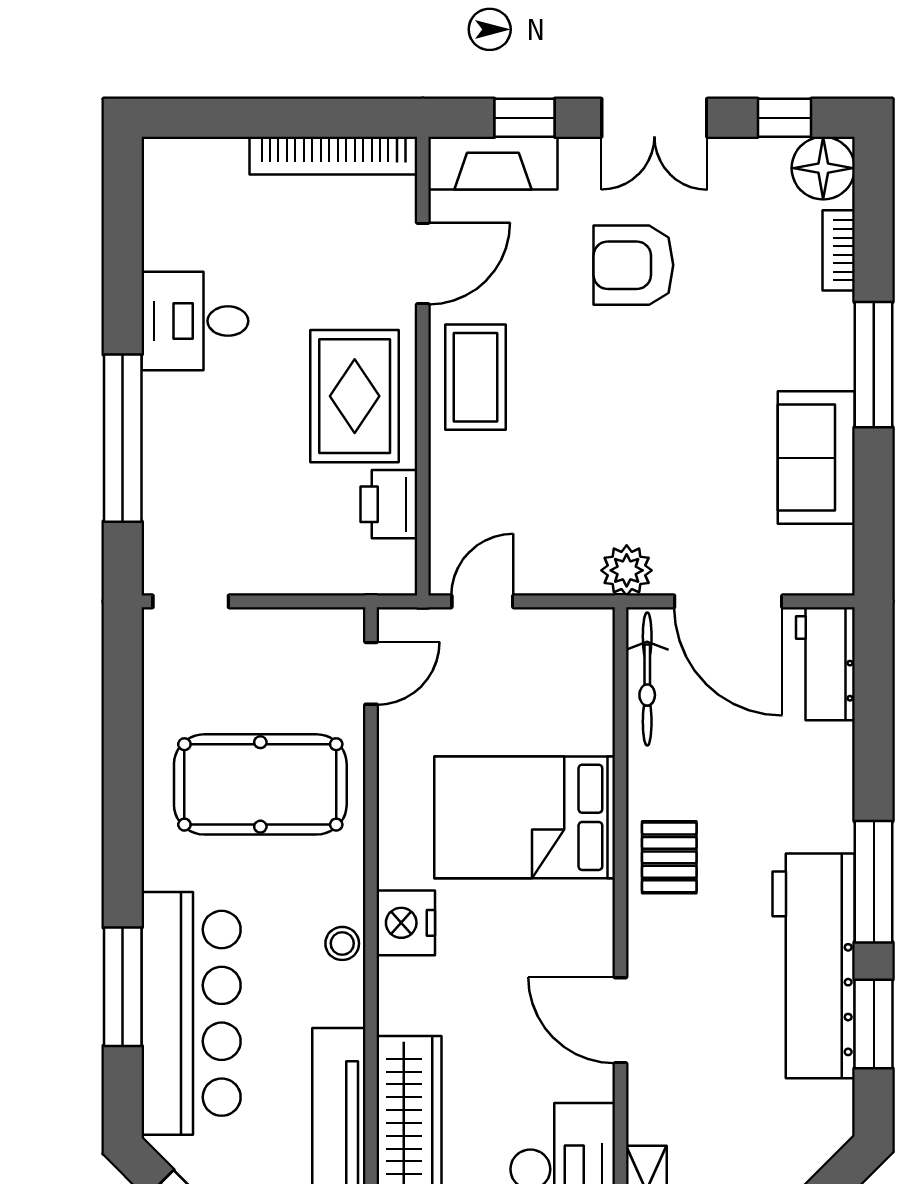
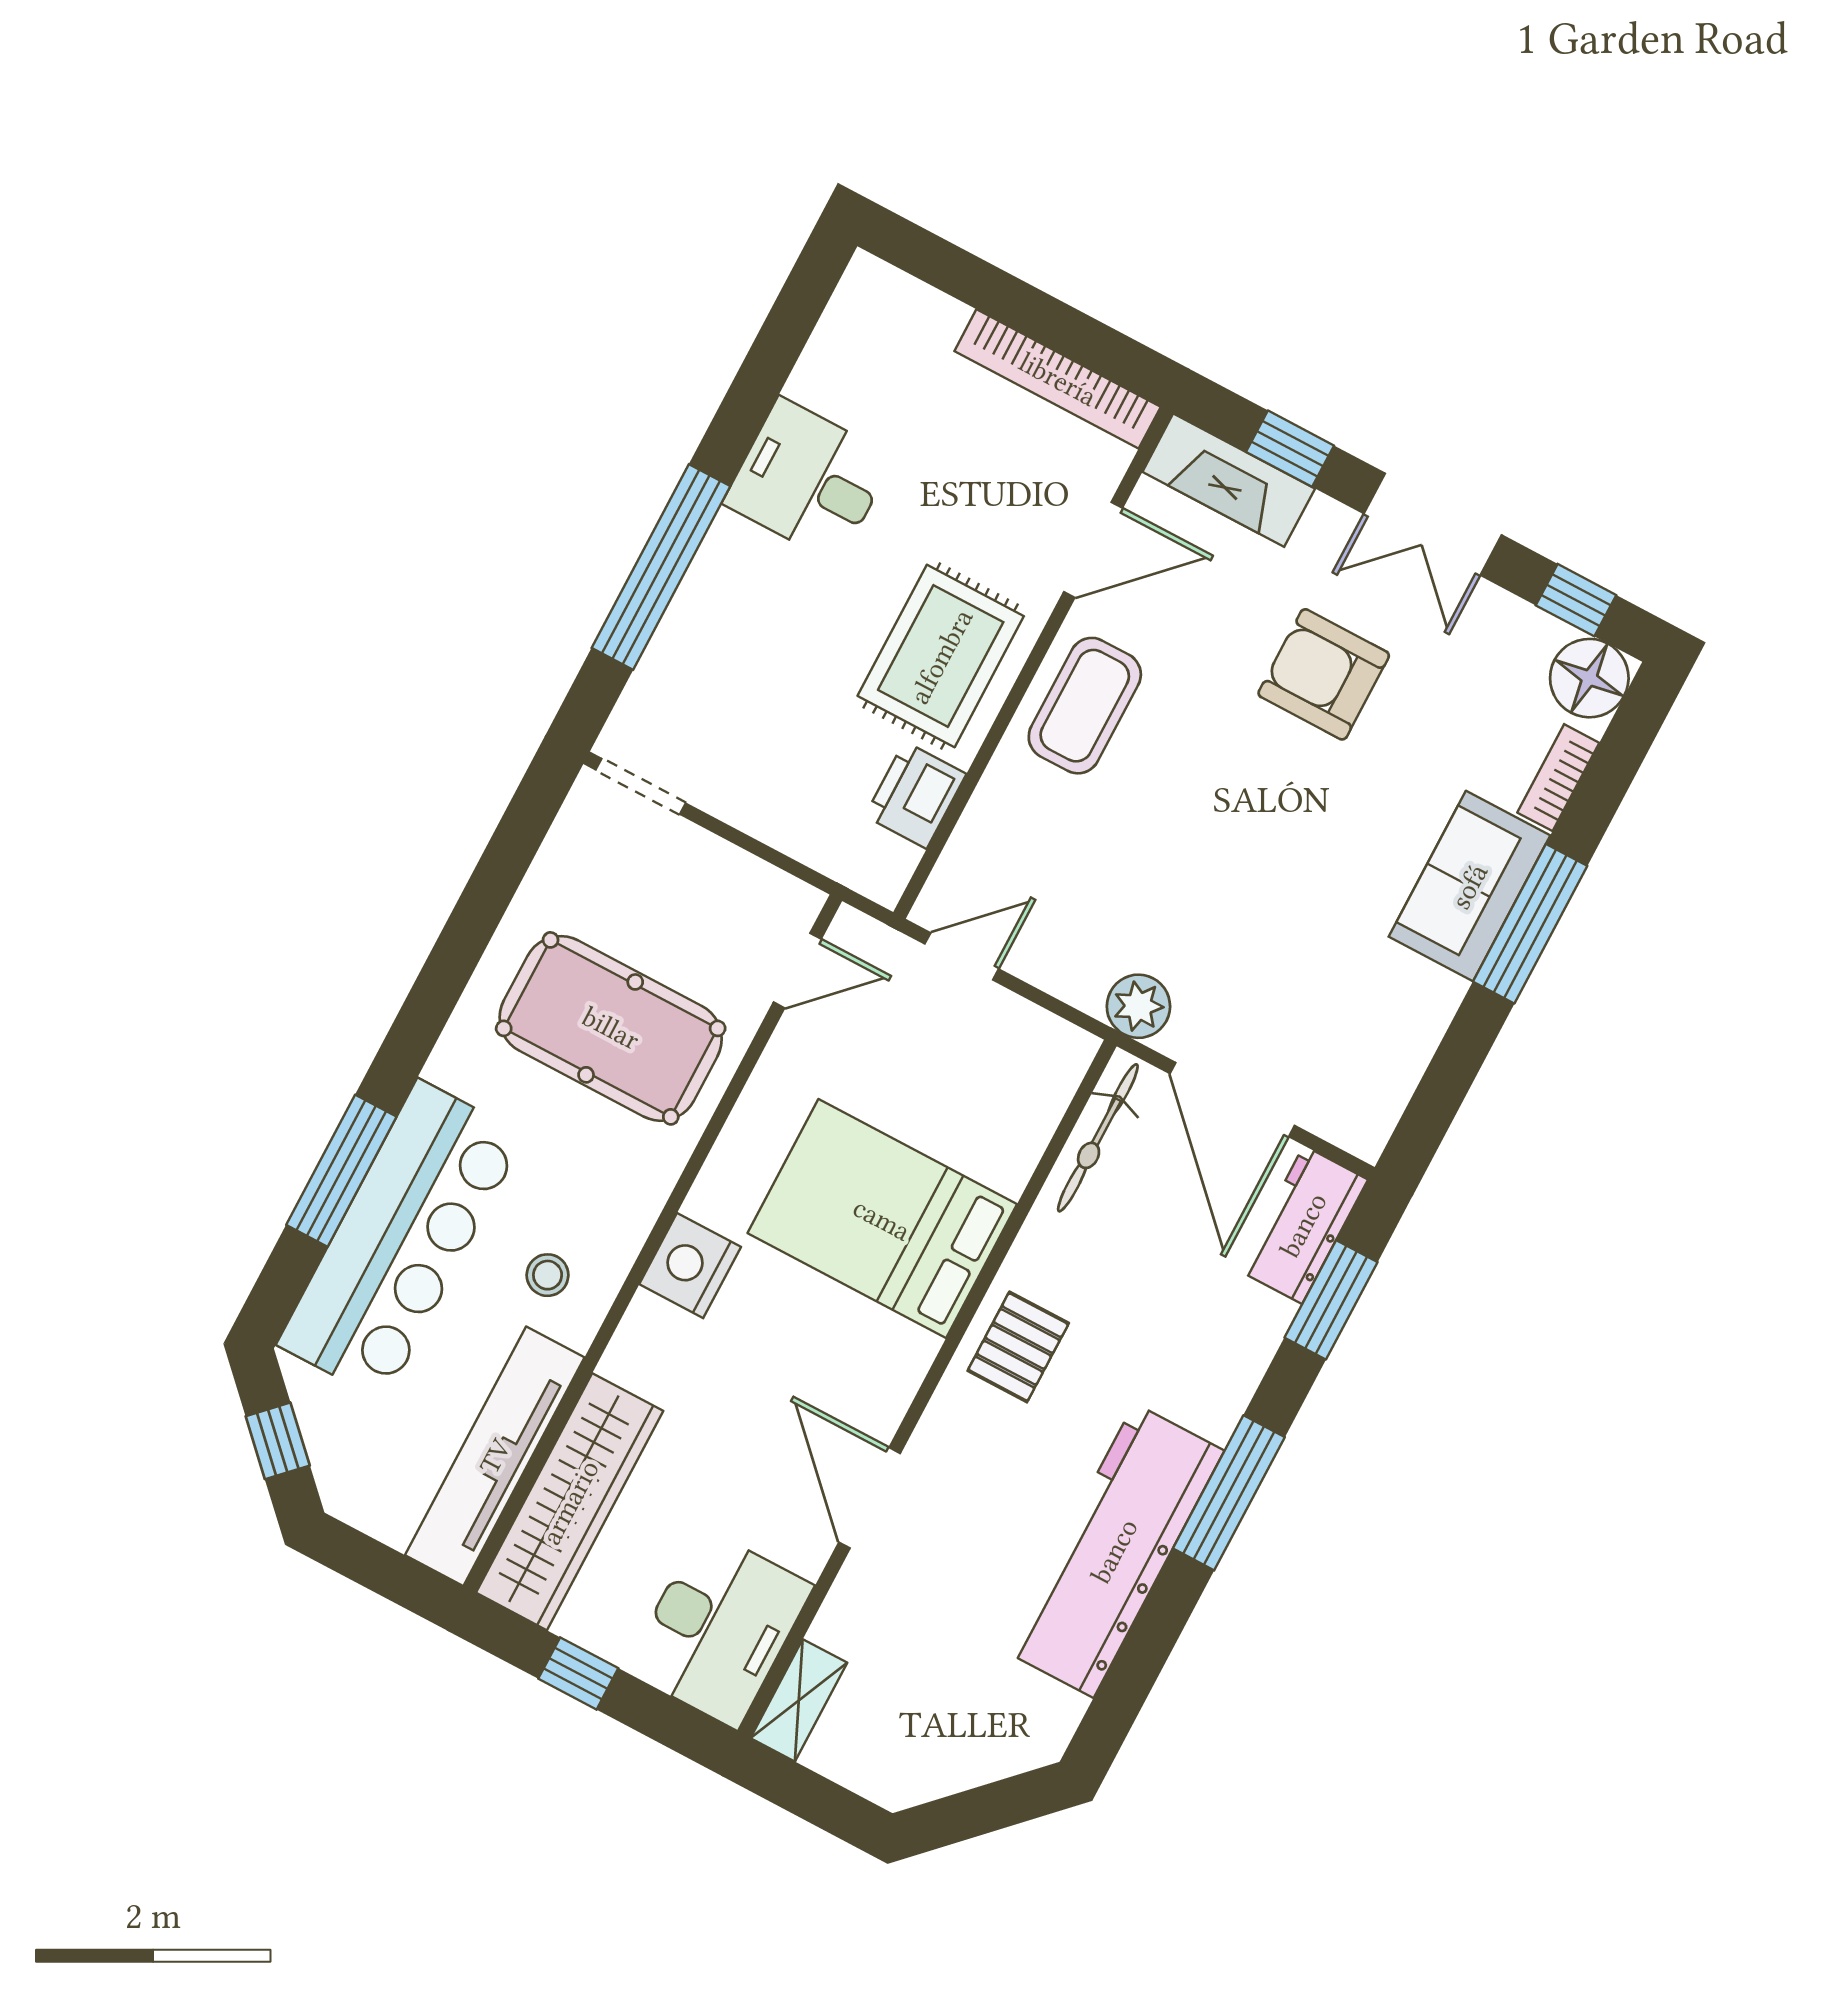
sofa: (816, 458) -> (1469, 886), moved
stool: (342, 943) -> (548, 1275), moved
window: (874, 1024) -> (1331, 1300), moved

